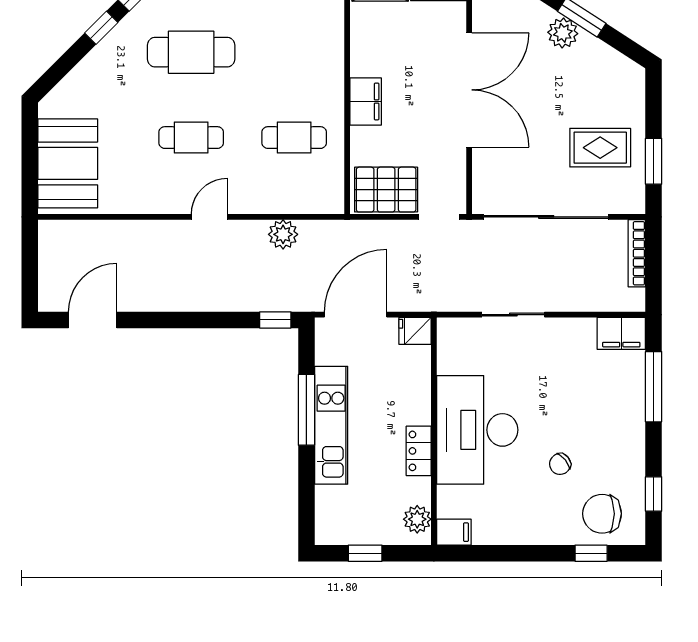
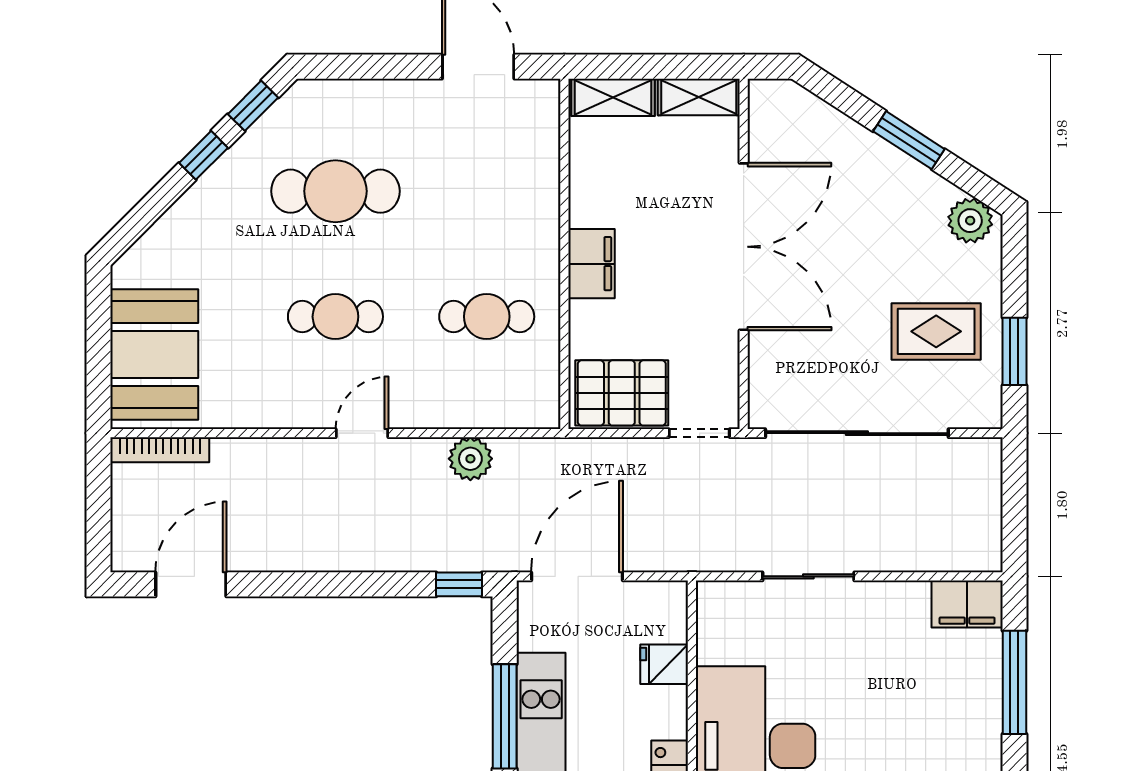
plant: (563, 33) -> (970, 221), moved
bookcase: (637, 253) -> (160, 450), moved, turned -90
fridge: (415, 331) -> (664, 664), moved

